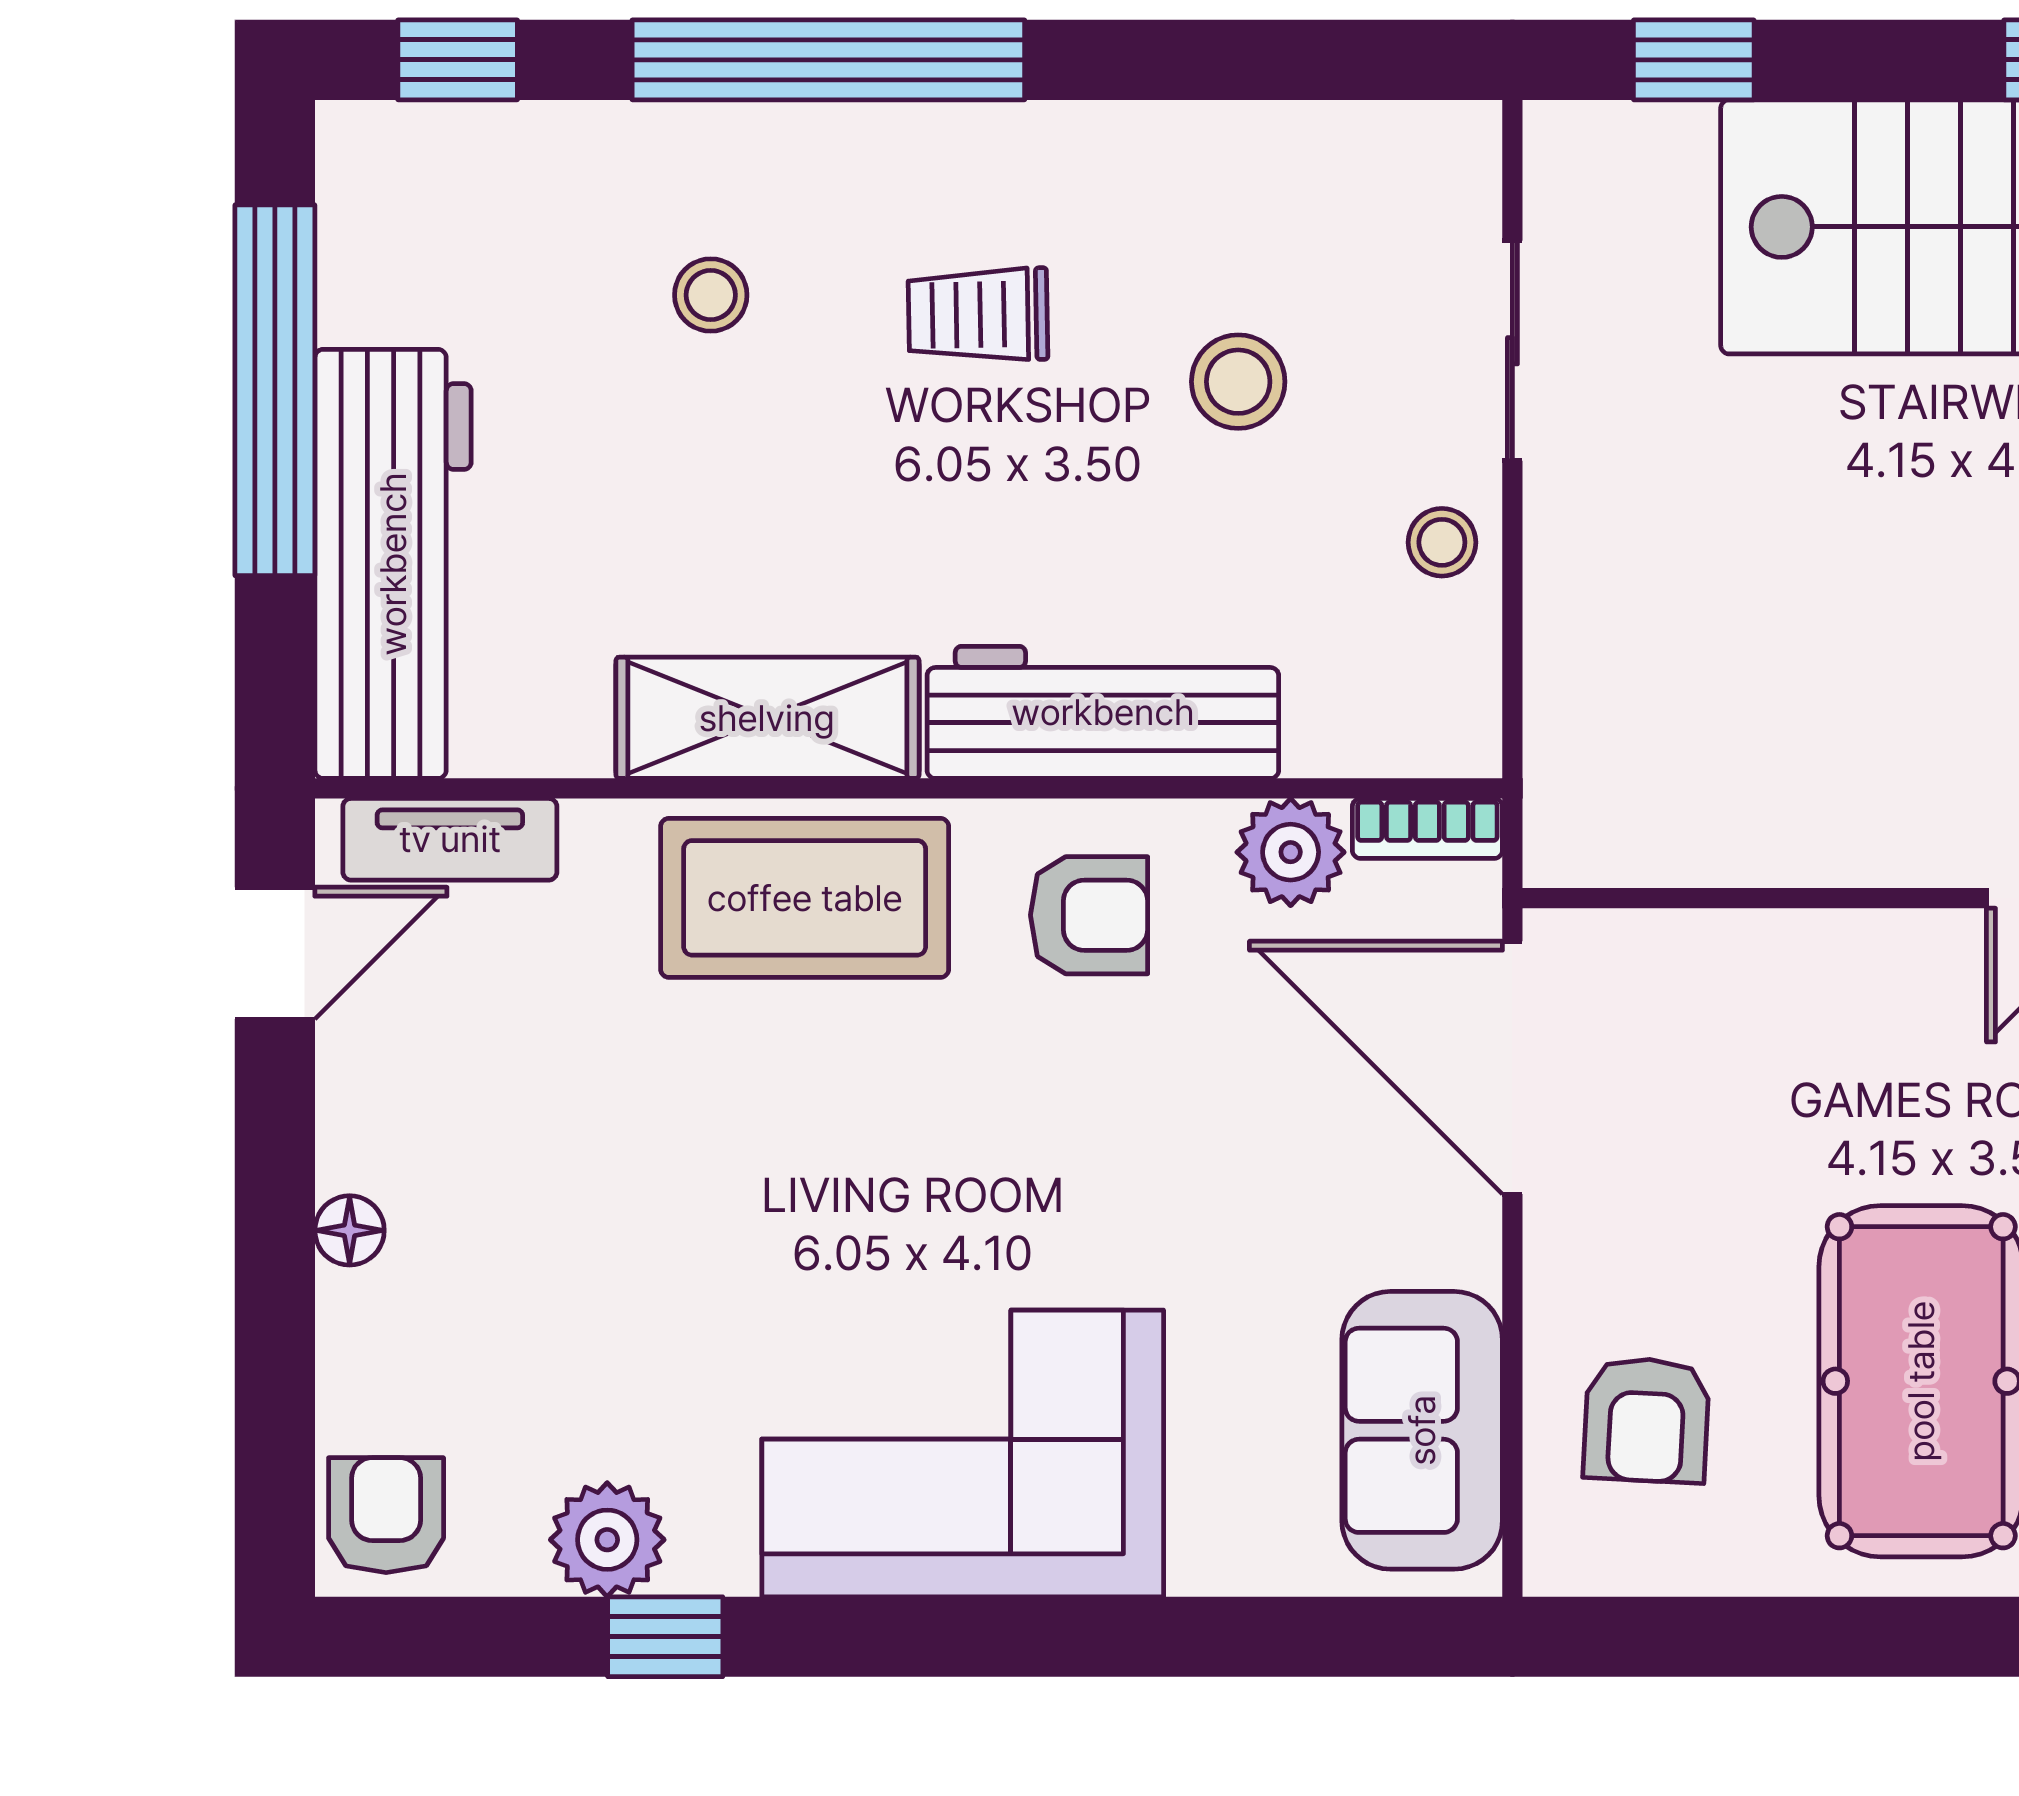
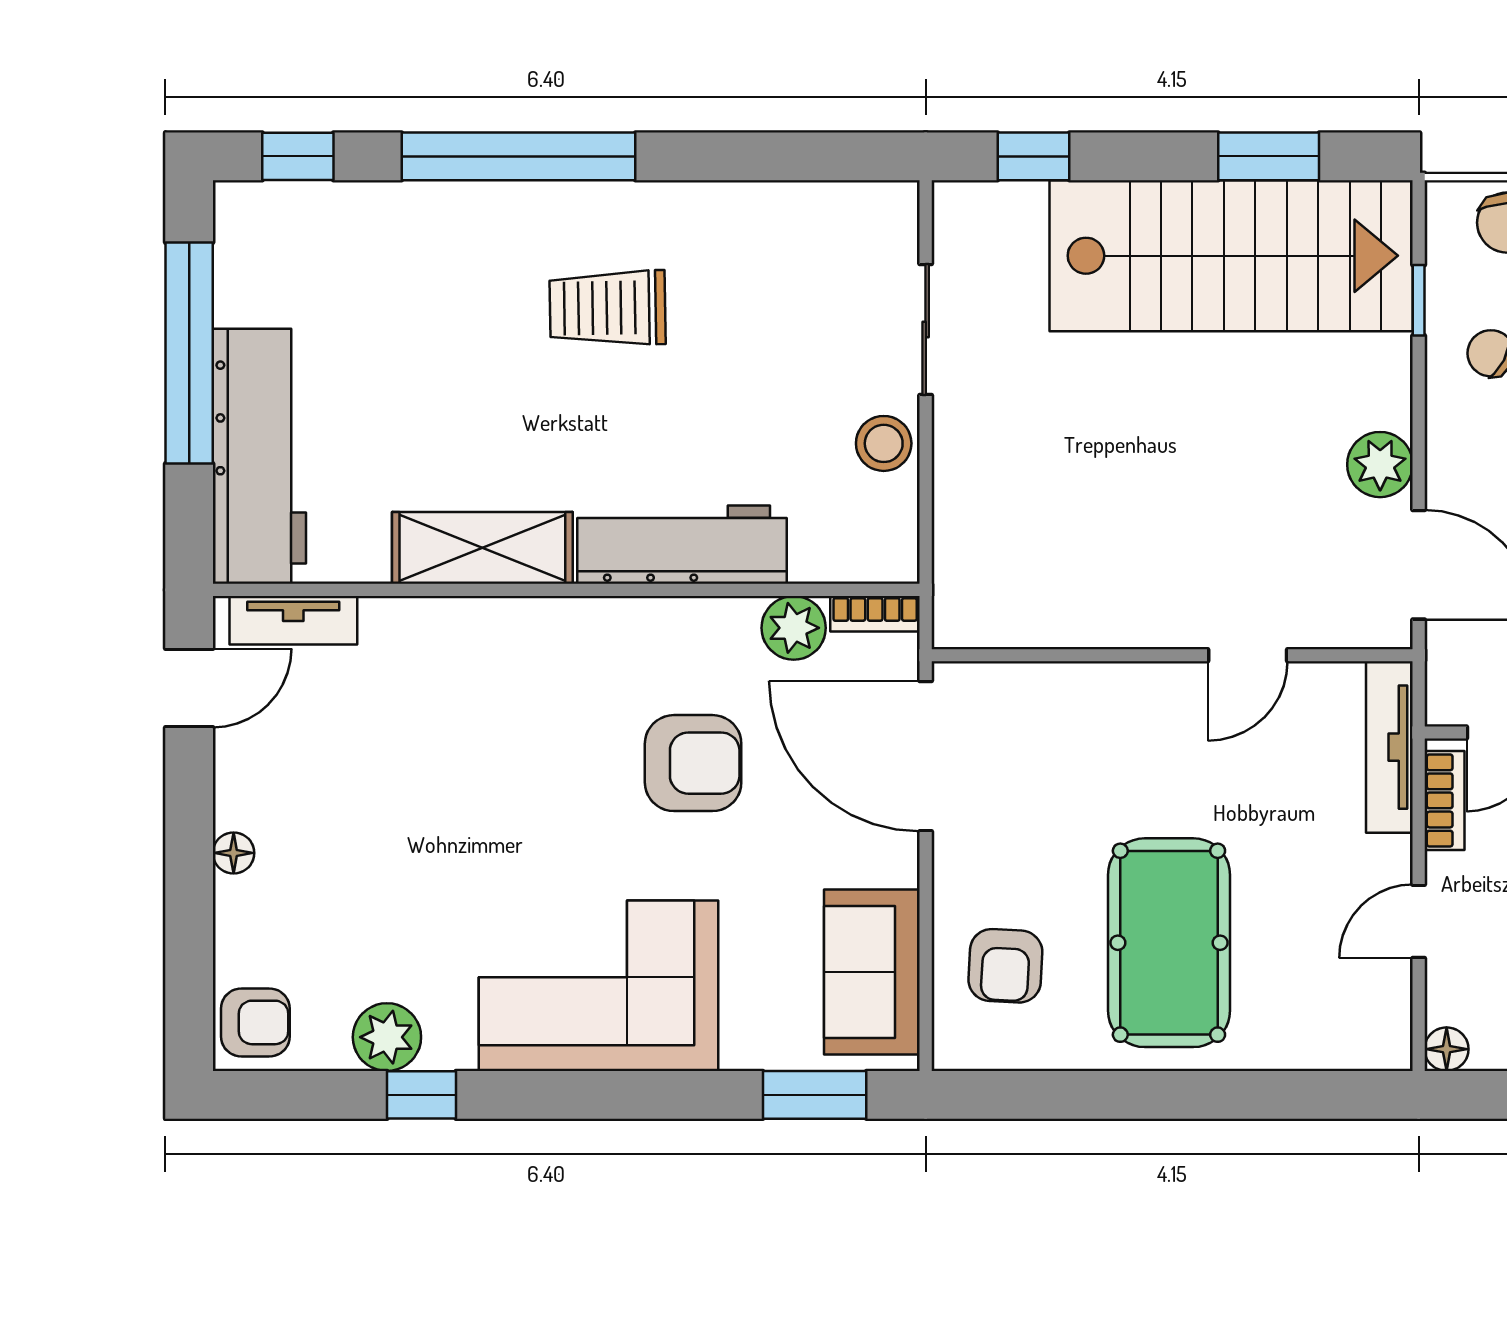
stool: (711, 295) -> (449, 296), removed
trolley: (978, 315) -> (608, 308), width x1.36, depth x1.39
stool: (1238, 382) -> (762, 348), removed
stool: (1442, 542) -> (884, 443), width x1.37, depth x1.37
coffee table: (805, 898) -> (504, 655), removed
armchair: (1089, 915) -> (693, 763), moved, width x1.38, depth x1.38
armchair: (386, 1515) -> (255, 1022), turned 90
window: (1326, 1637) -> (815, 1095), added

